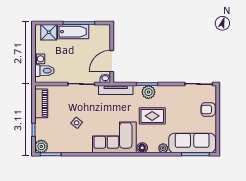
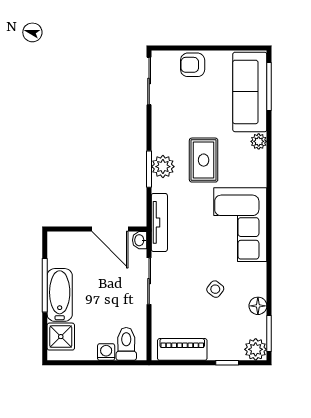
armchair: (208, 109) -> (193, 65), turned 90
floor lamp: (142, 148) -> (258, 306), moved

